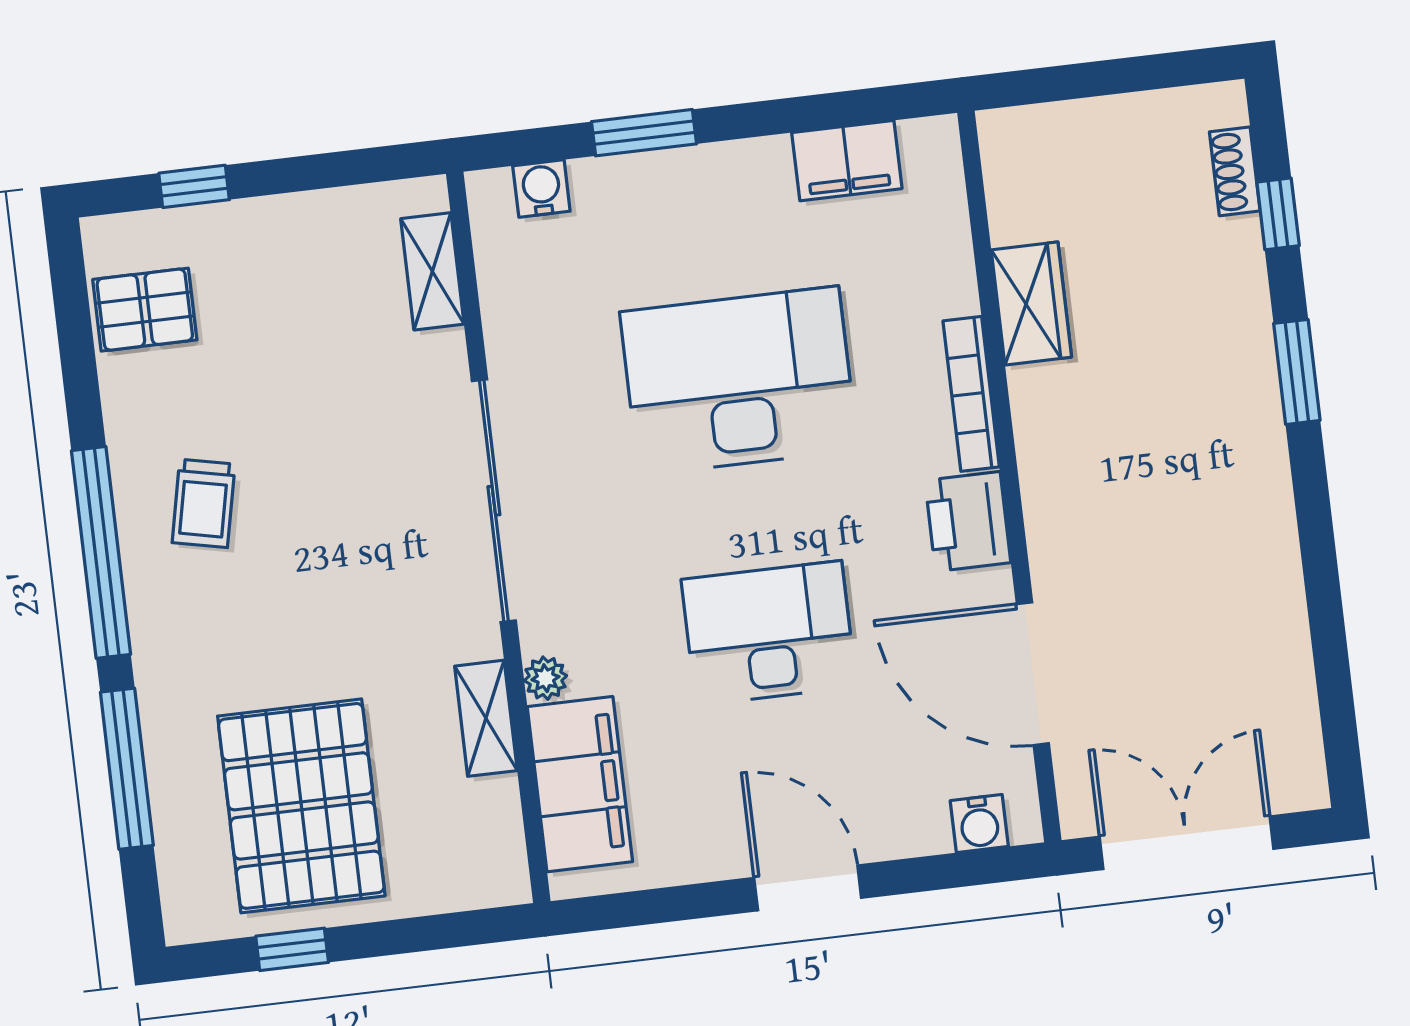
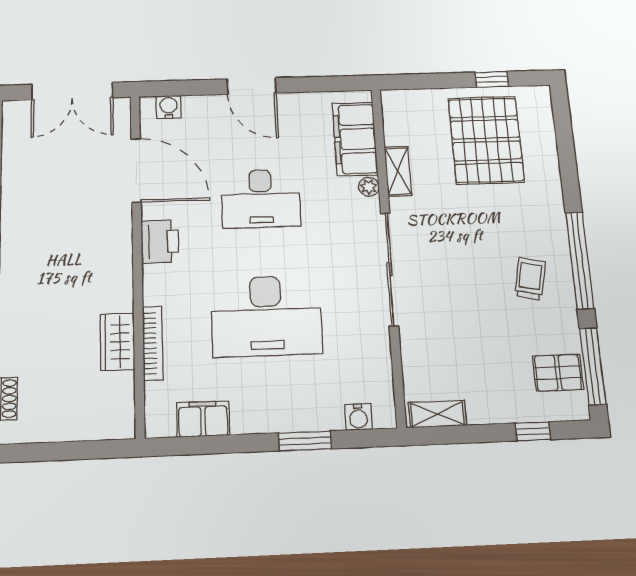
shelving: (432, 271) -> (438, 414), moved, turned 90
bookcase: (971, 394) -> (153, 343), moved
window: (127, 769) -> (593, 366), moved

